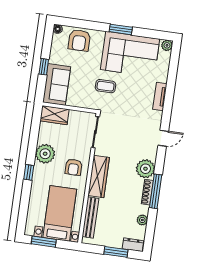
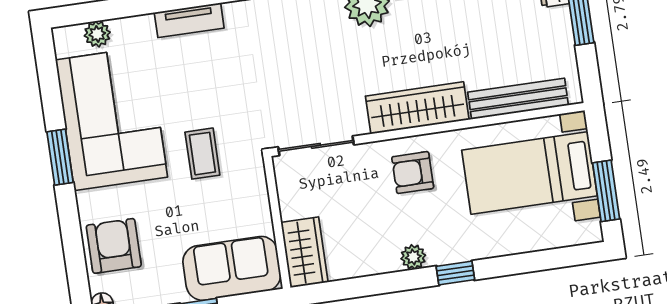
armchair: (79, 40) -> (114, 246), turned -90
plant: (167, 45) -> (97, 34), moved
plant: (45, 154) -> (413, 257), width x0.53, depth x0.53
armchair: (74, 167) -> (413, 173), turned 180

